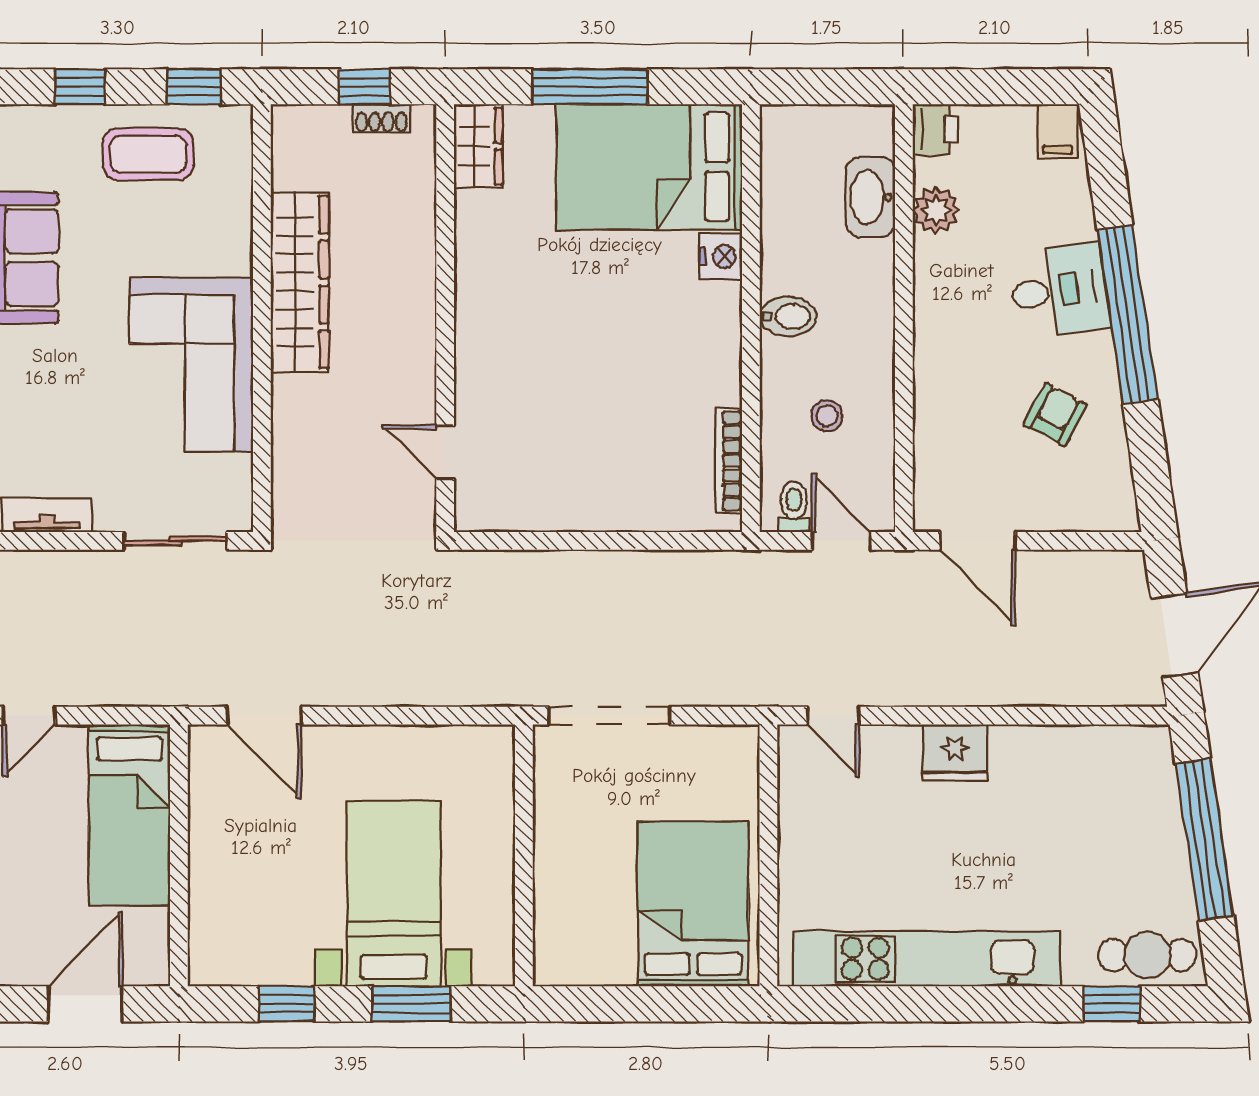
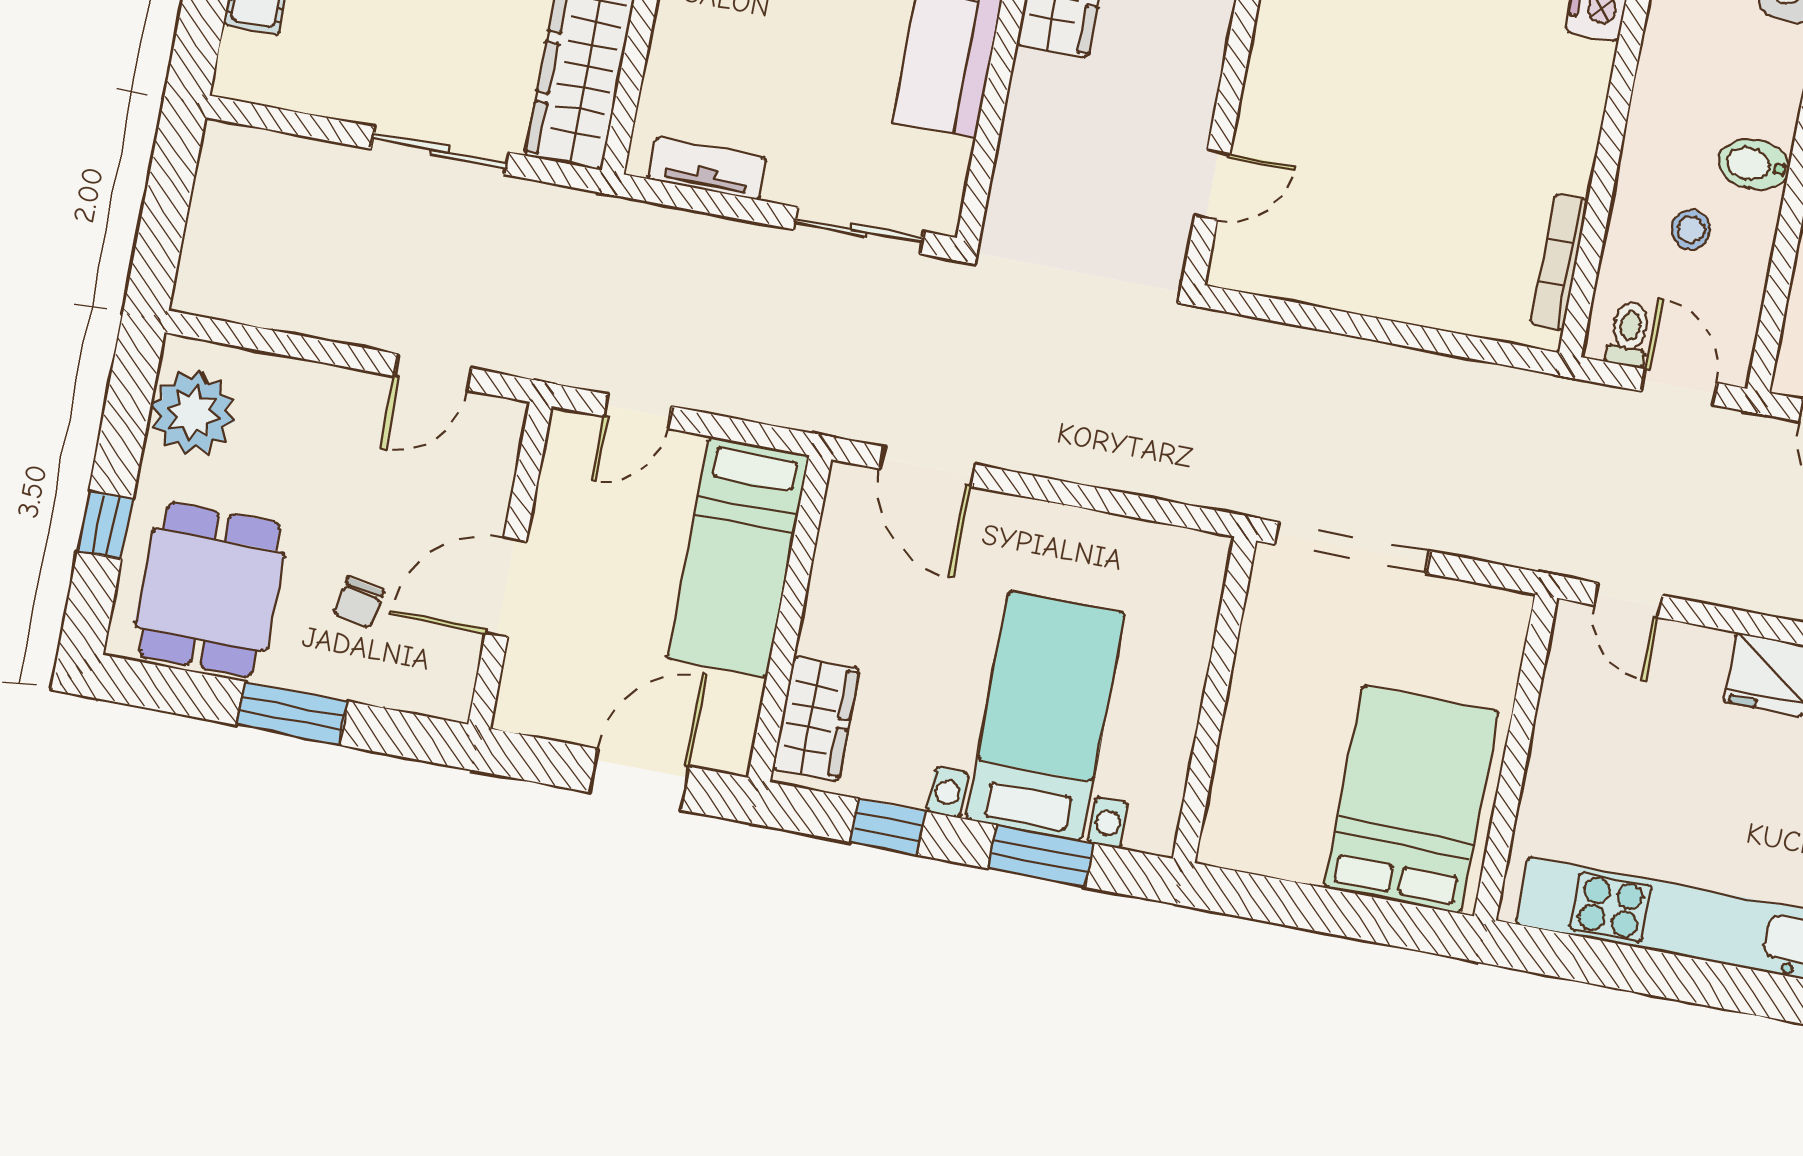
bidet: (788, 317) -> (1754, 164), moved, turned 180
door: (445, 452) -> (1212, 185), swing flipped
wardrobe: (214, 930) -> (816, 719), added

